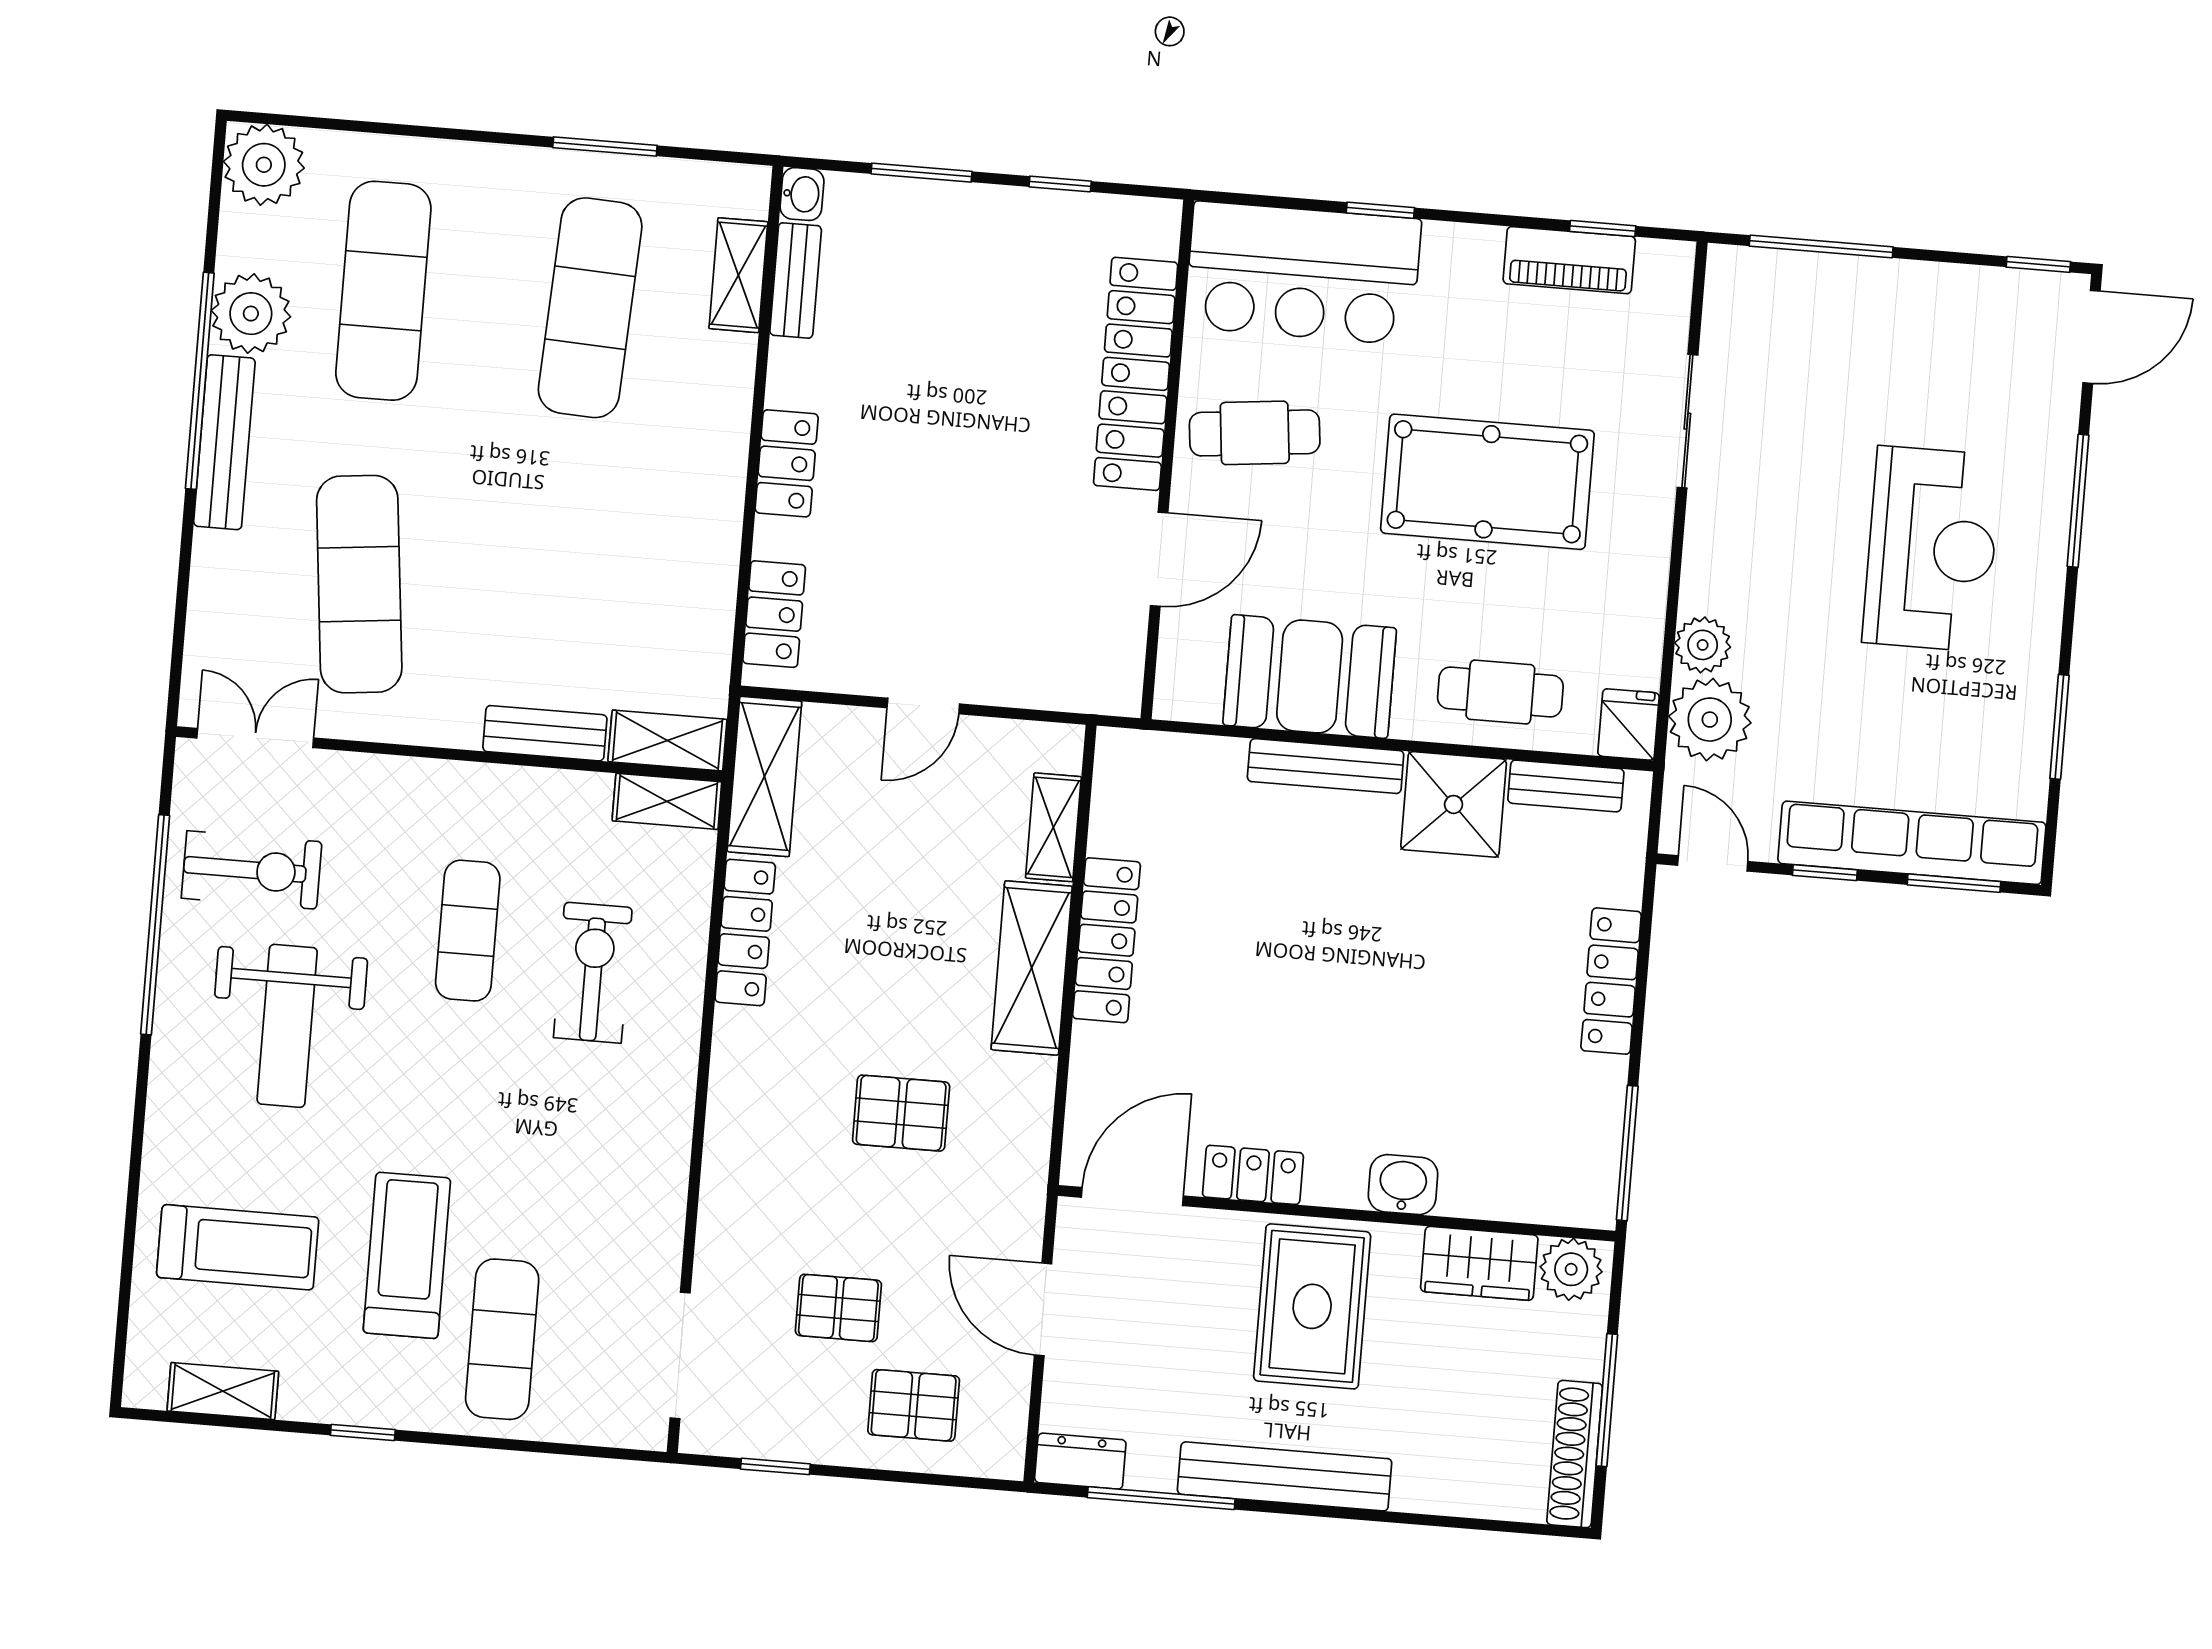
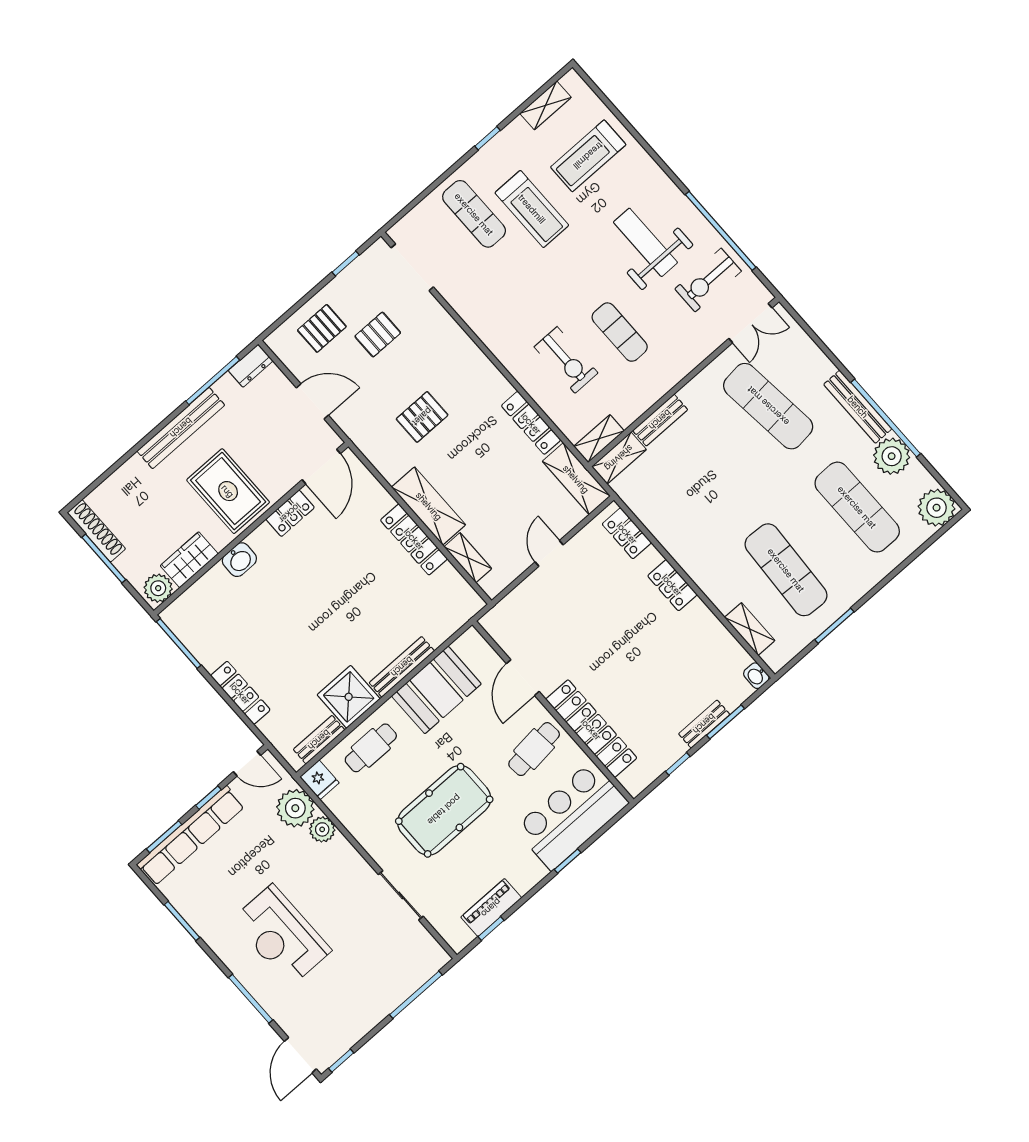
bench: (796, 280) -> (704, 724), moved, turned 90

